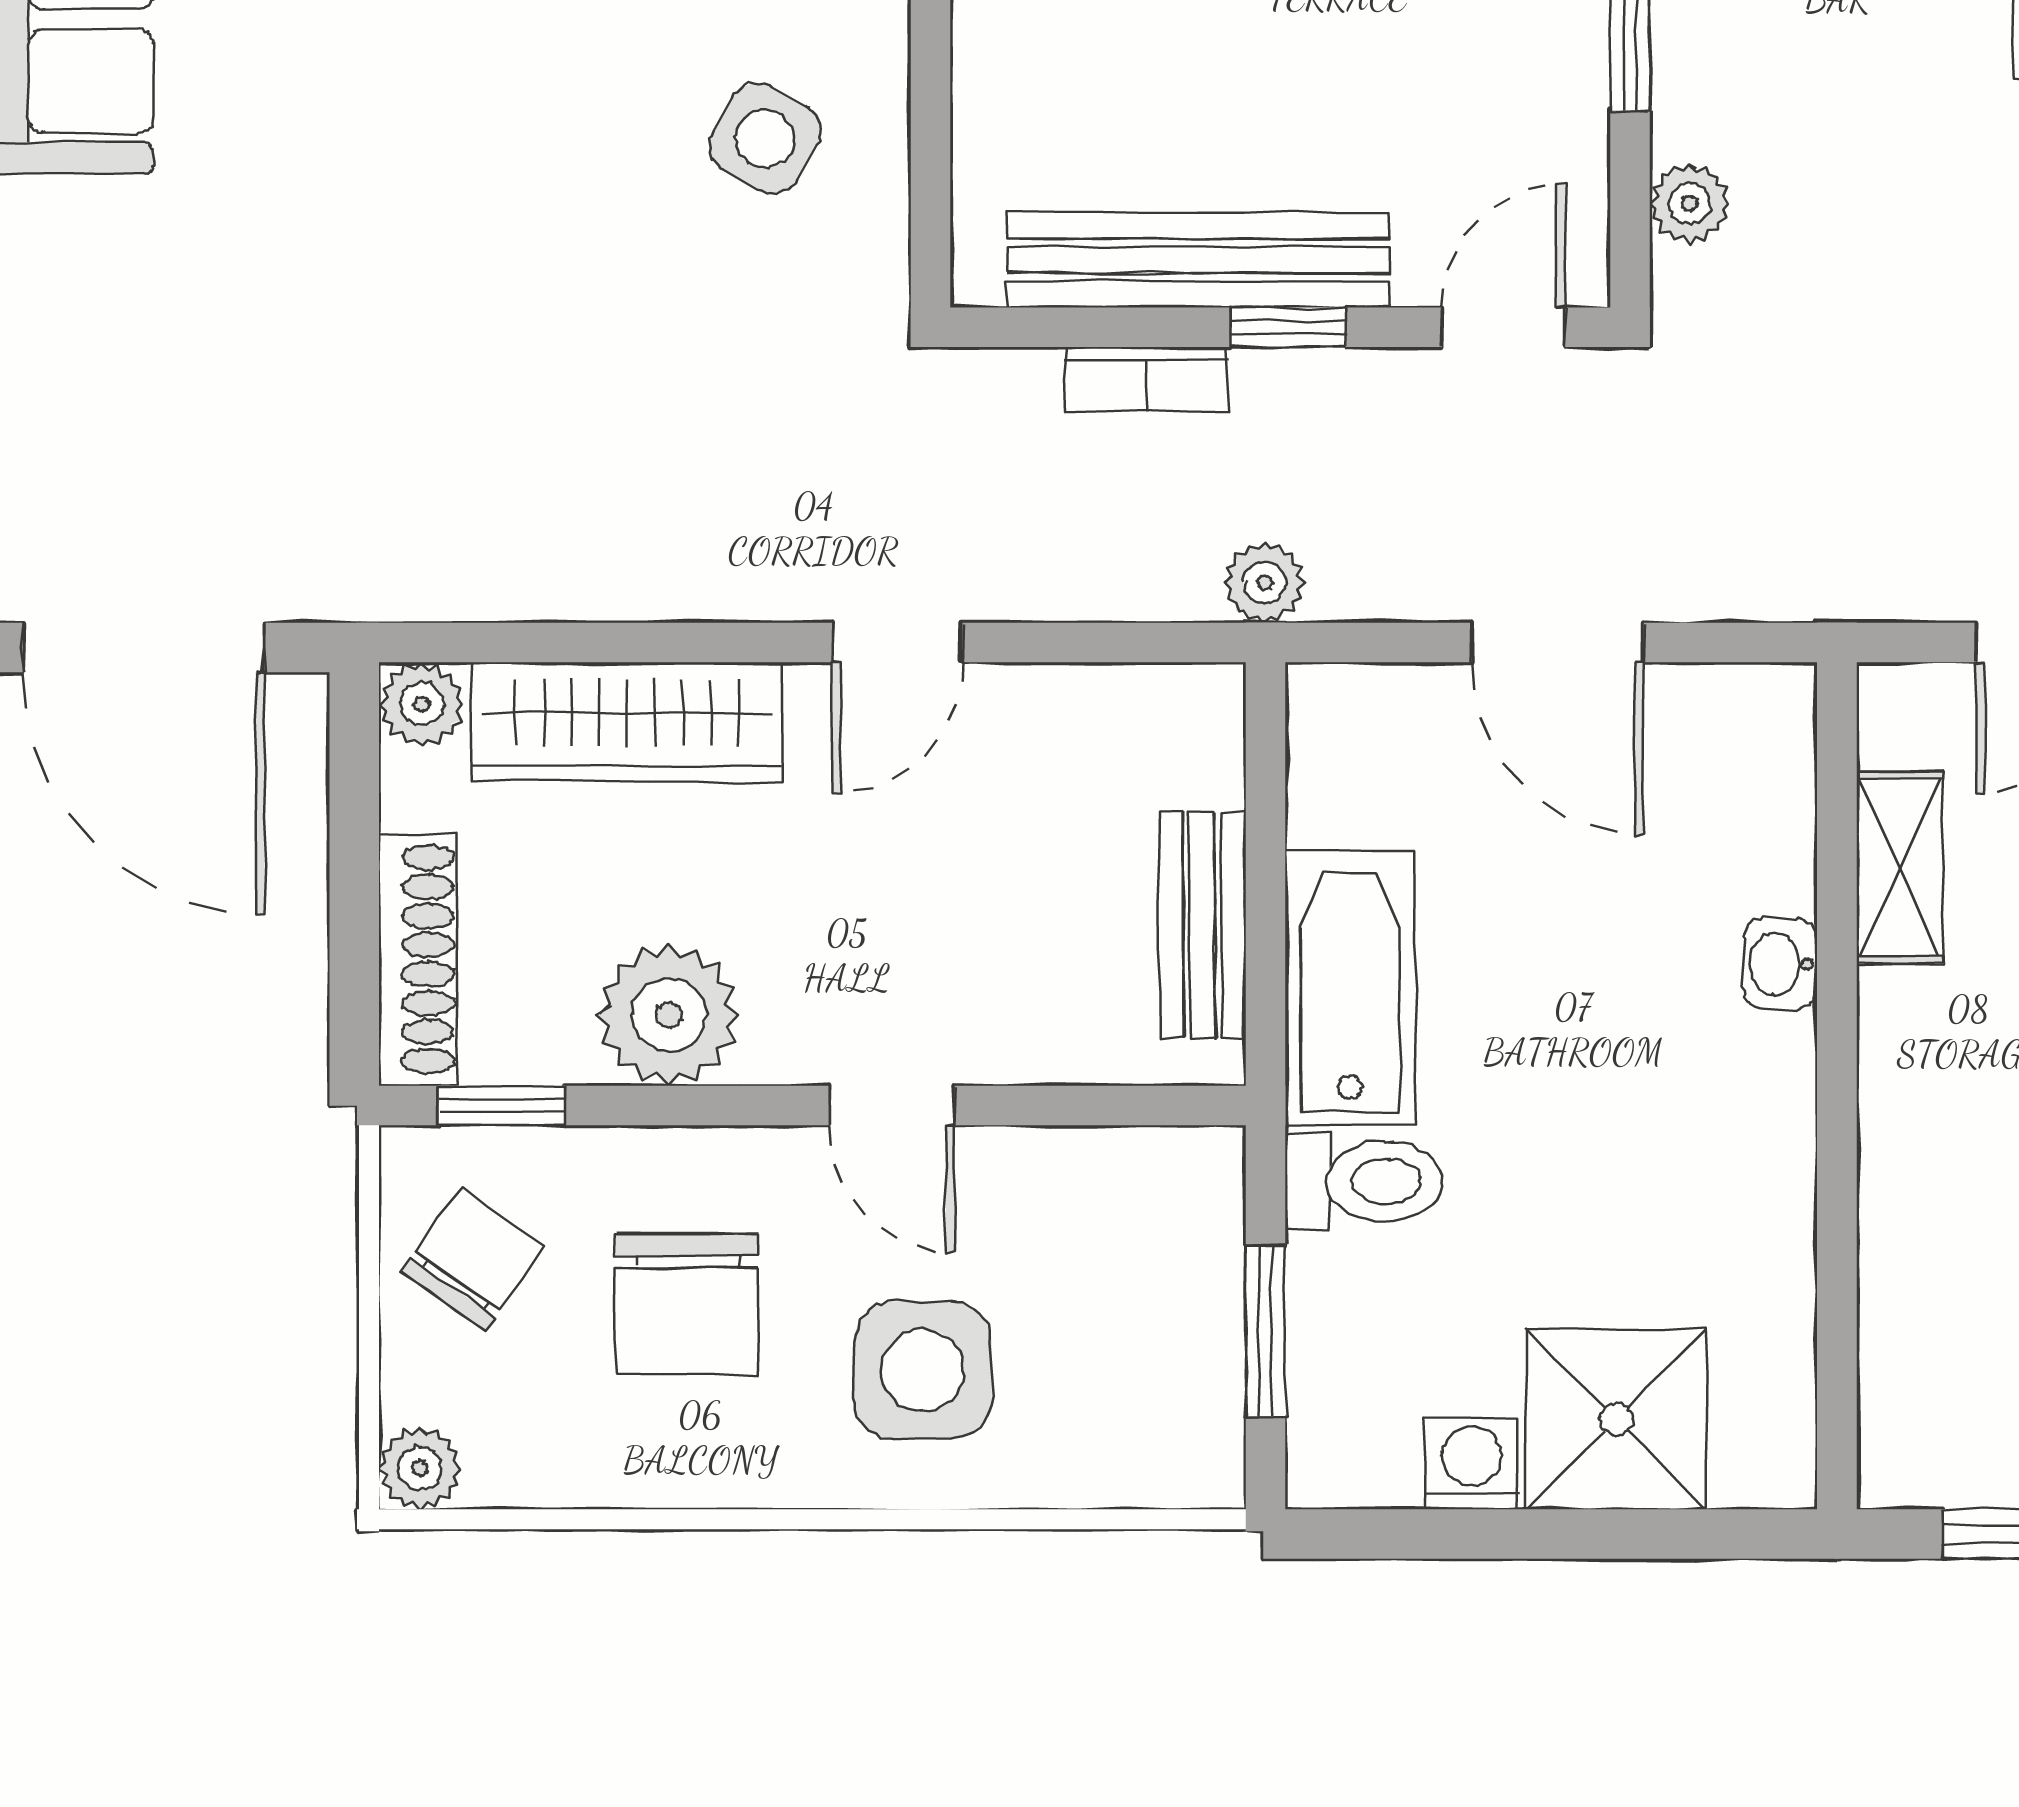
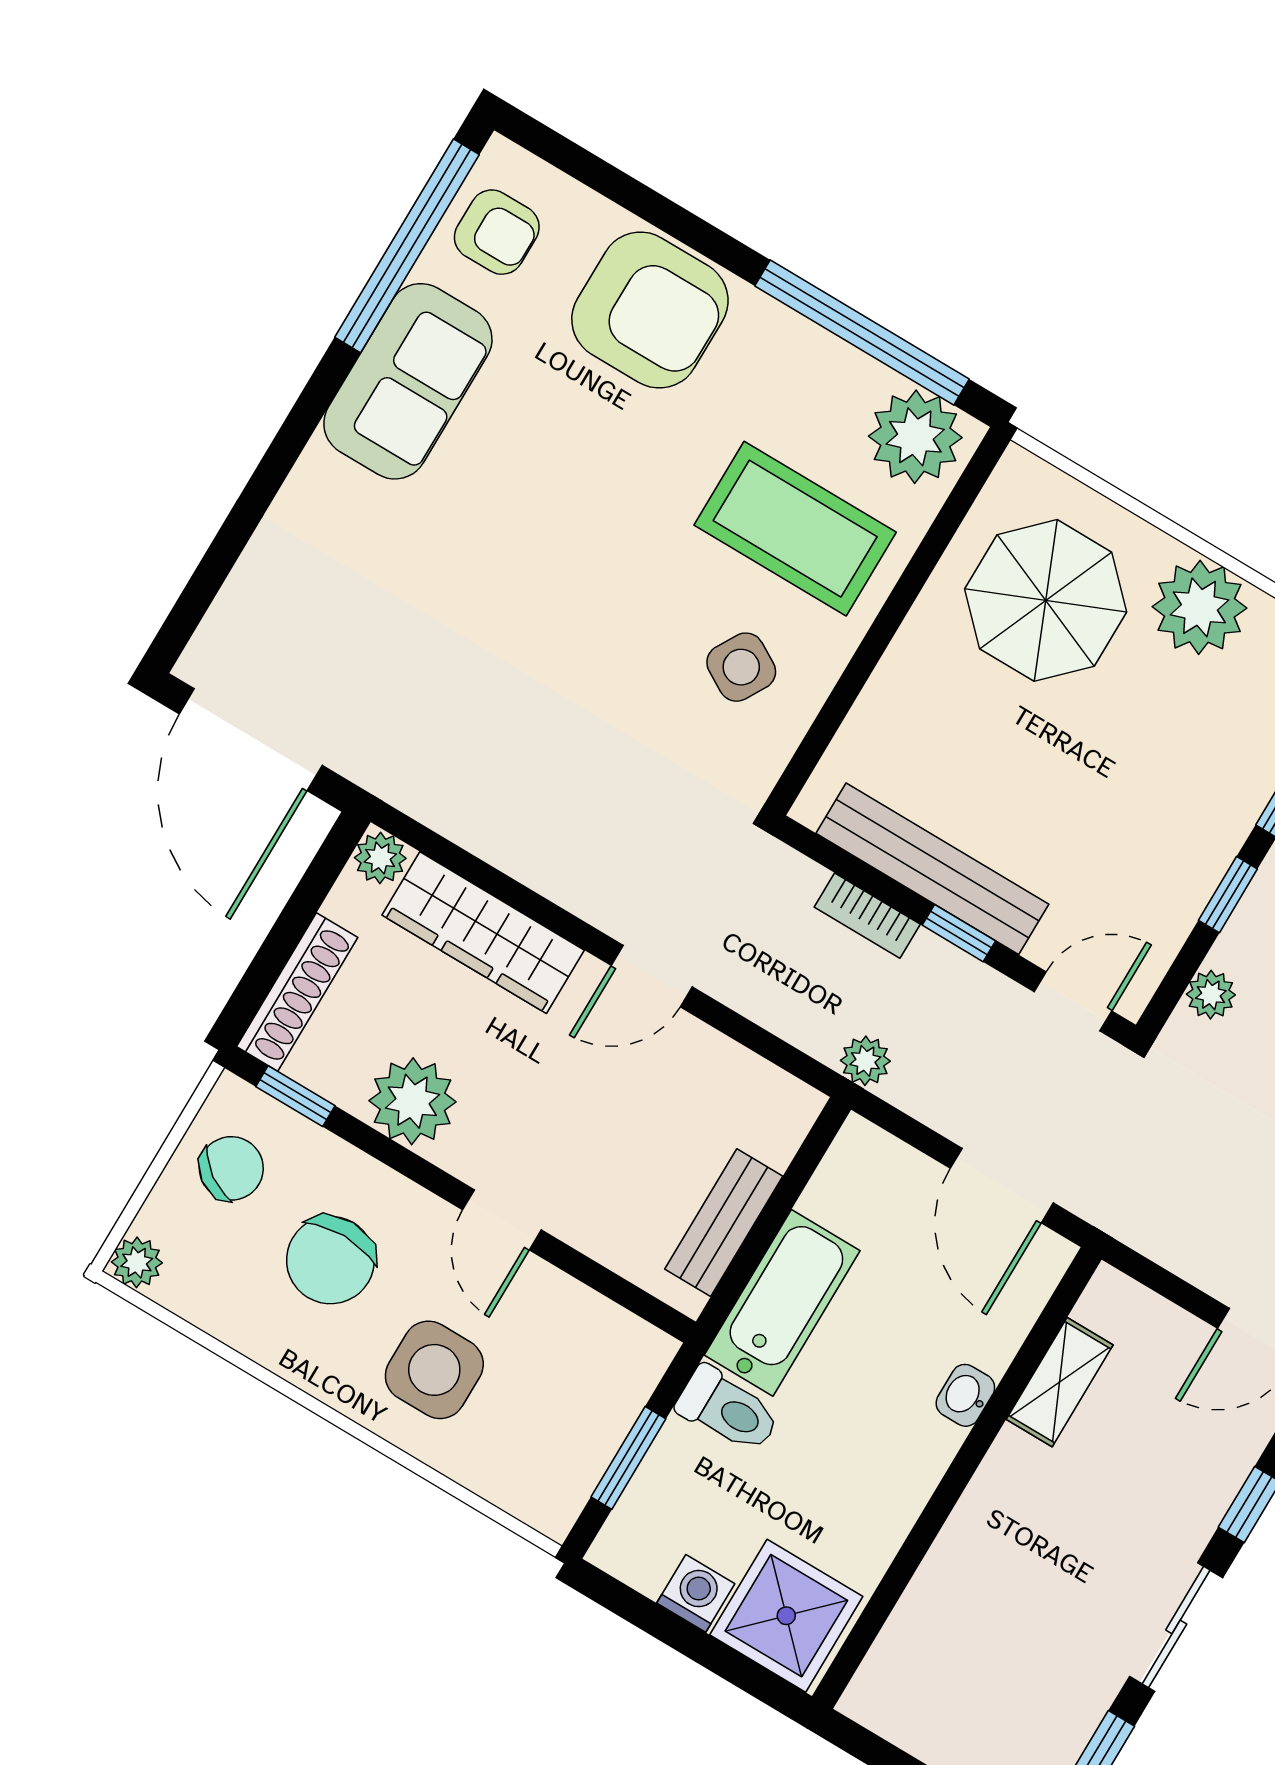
shelving: (1900, 867) -> (1060, 1382), moved
washbasin: (1780, 964) -> (965, 1395), moved
wall: (1837, 1086) -> (957, 1478), moved

